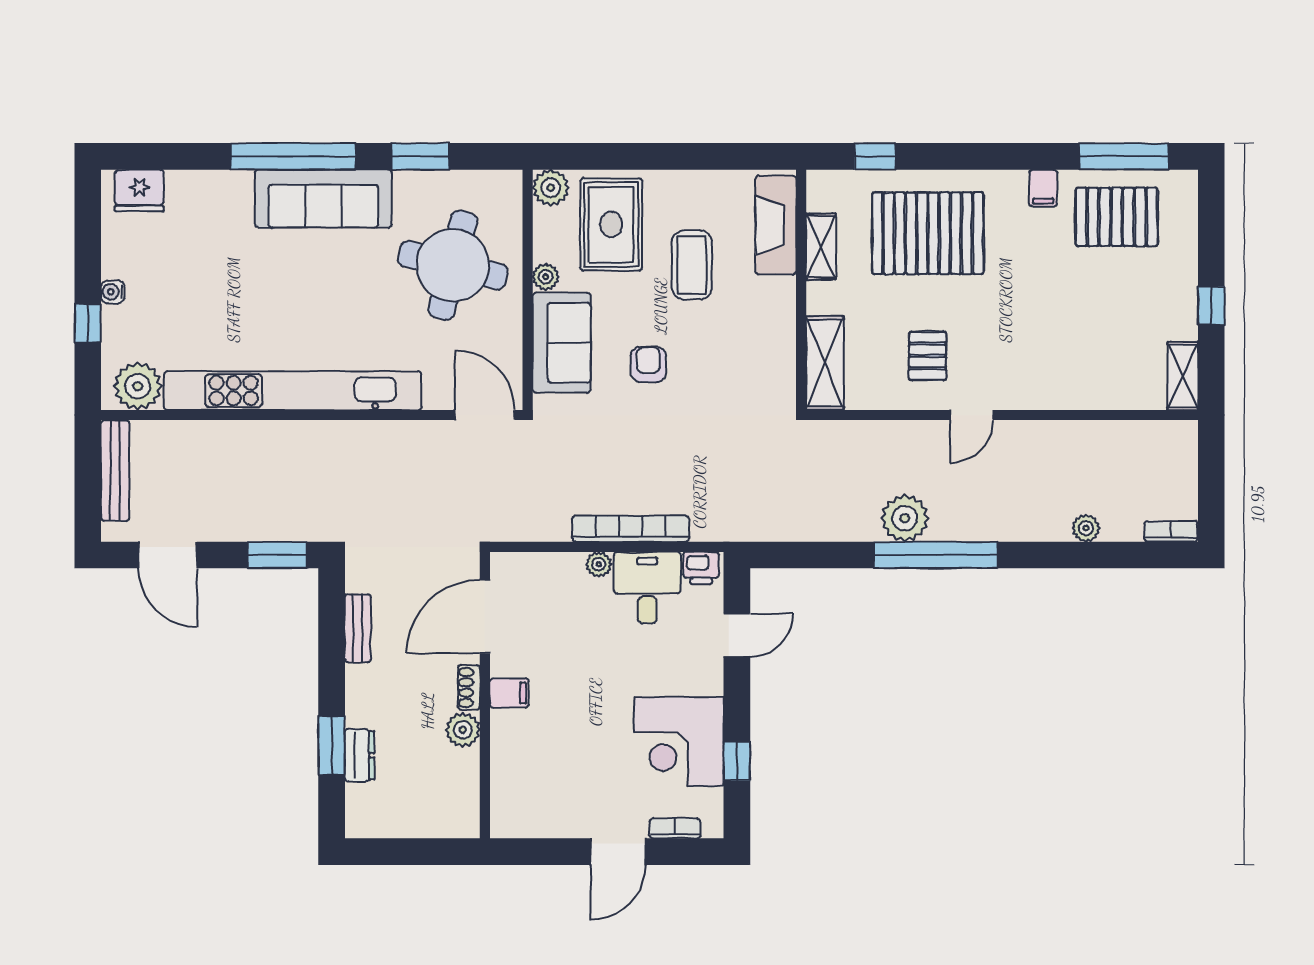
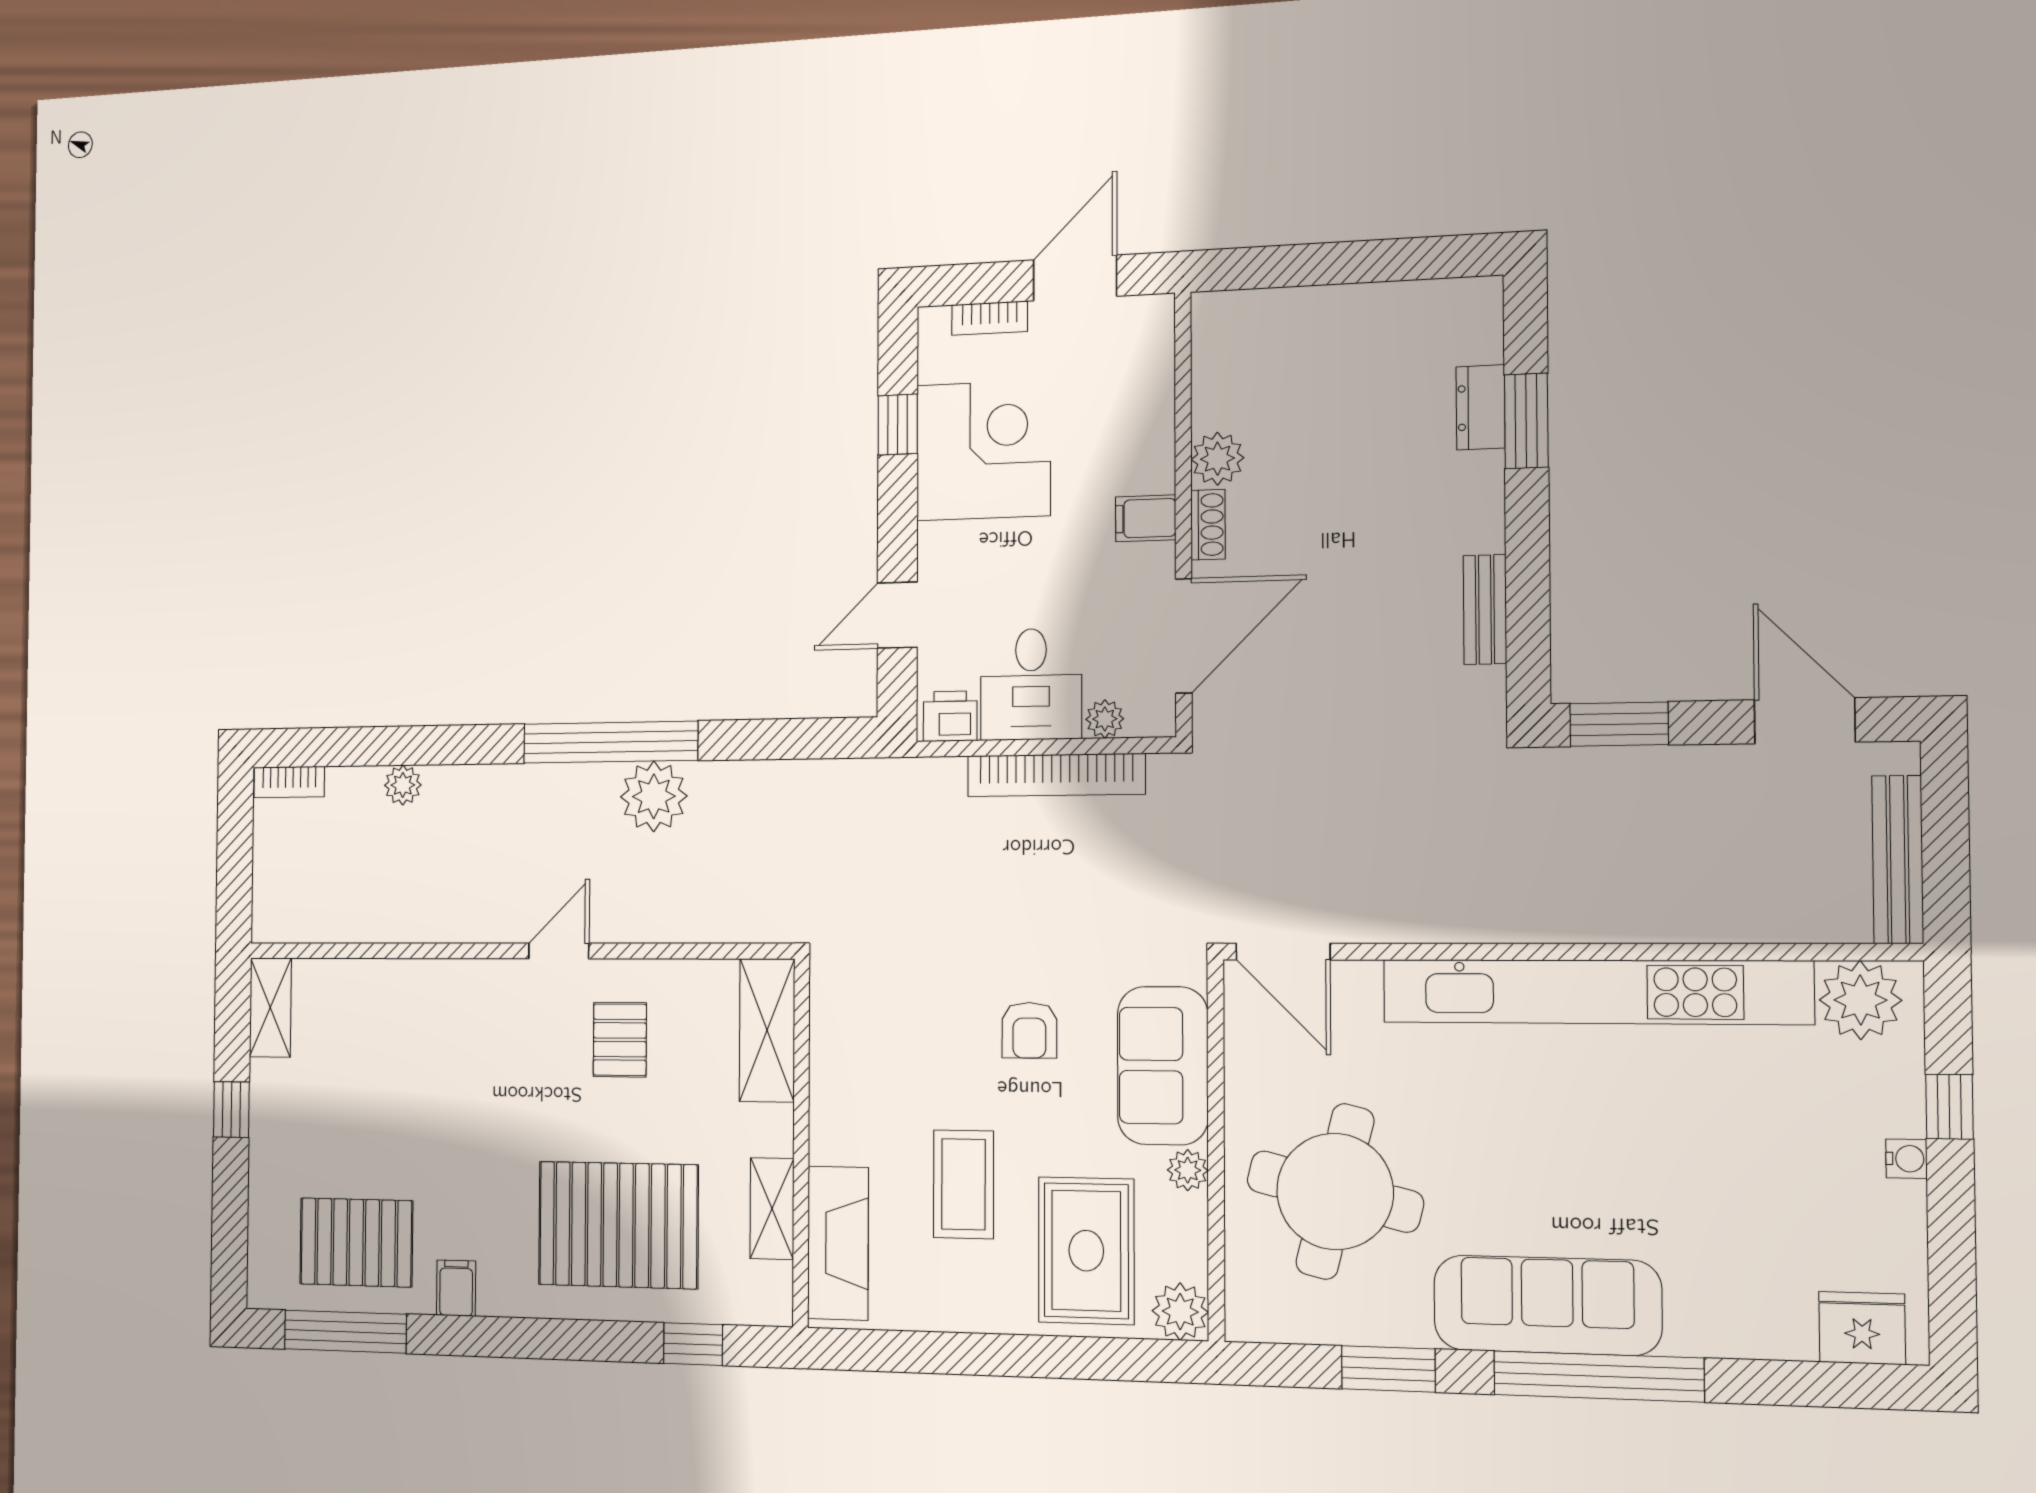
door: (485, 617) -> (1184, 636), moved
shoe rack: (469, 687) -> (1208, 525), moved
filing cabinet: (509, 693) -> (1146, 518), moved
wall: (485, 695) -> (1183, 514), moved
plant: (463, 730) -> (1217, 459), moved

